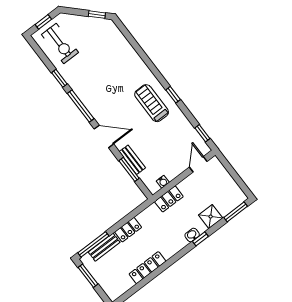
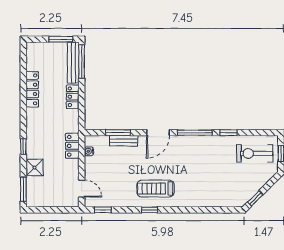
treadmill: (152, 103) -> (156, 189), turned 180
washbasin: (192, 235) -> (31, 143), removed
bench: (104, 247) -> (73, 63), width x1.36

